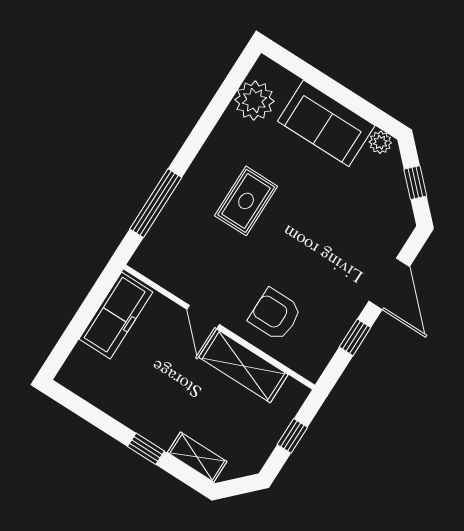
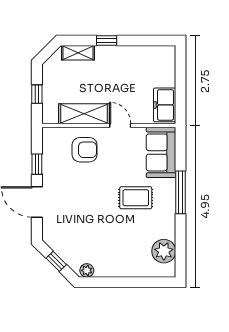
sofa: (326, 123) -> (161, 152), moved, turned -90
rug: (246, 201) -> (136, 198), turned 90
window: (156, 203) -> (181, 192), moved
freezer: (116, 315) -> (165, 105), width x0.71

